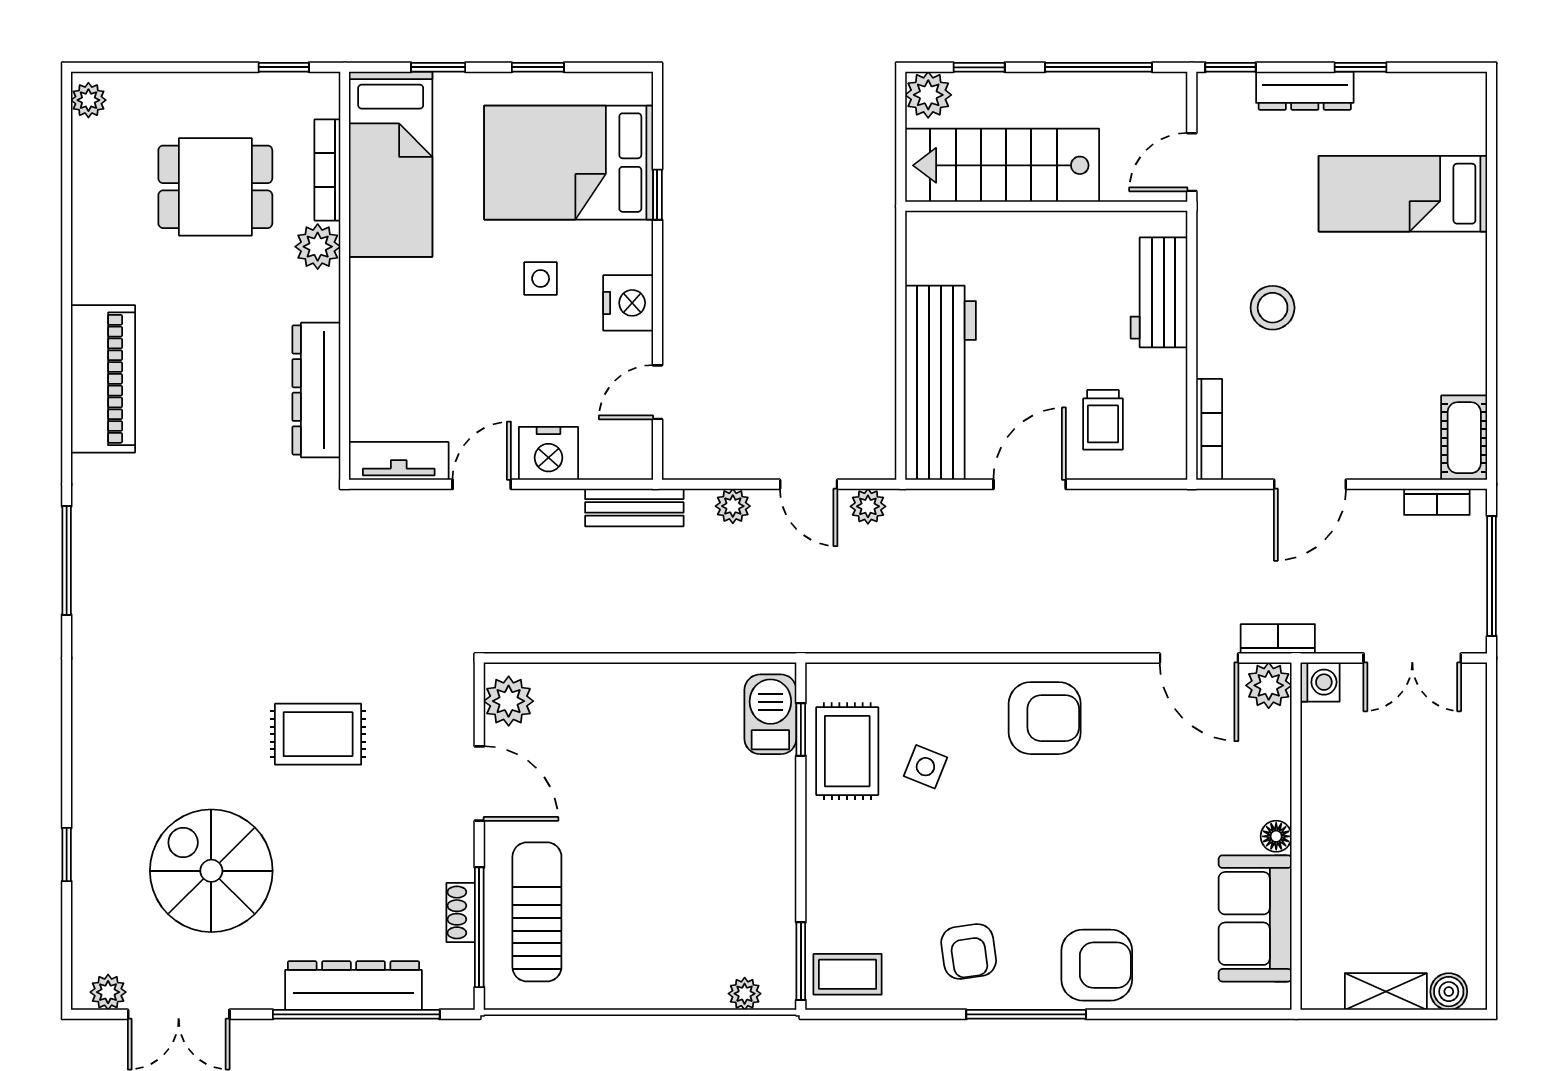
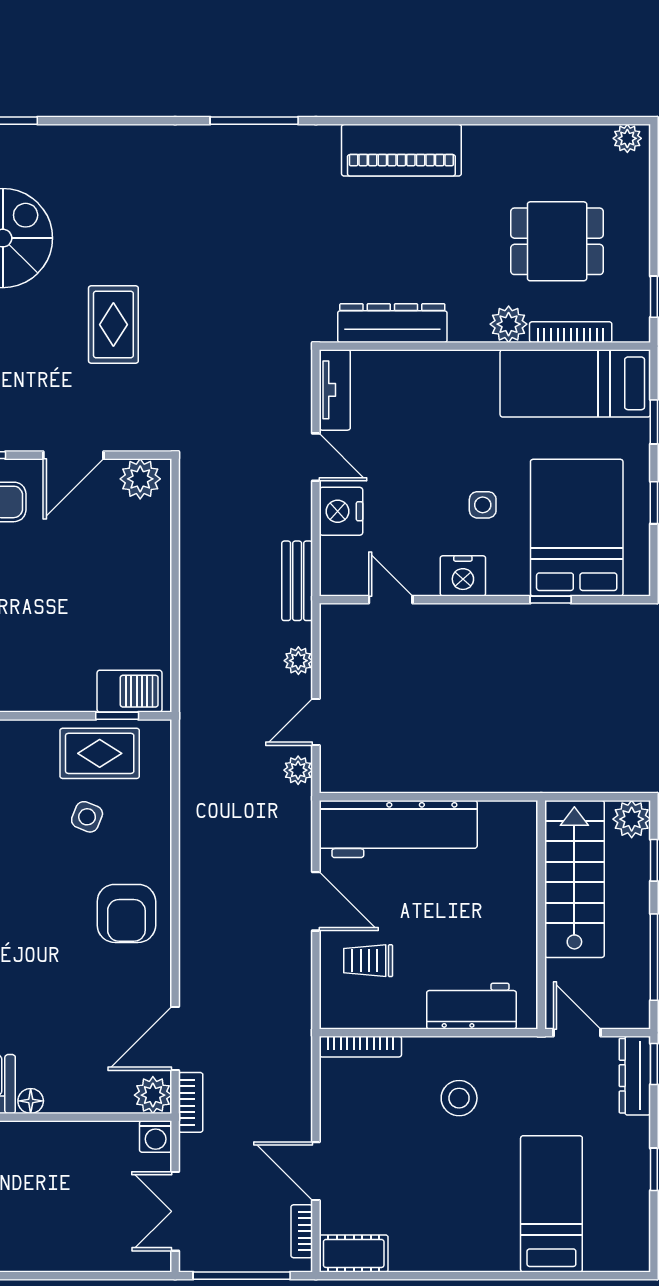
dresser: (1305, 91) -> (635, 1076), moved
dining table: (215, 187) -> (557, 241), turned 90
door: (1310, 484) -> (316, 1171), moved

